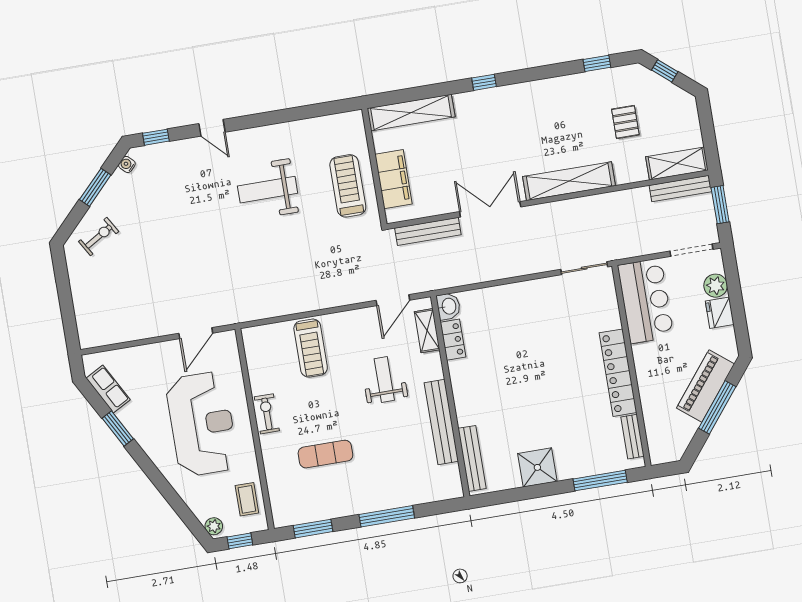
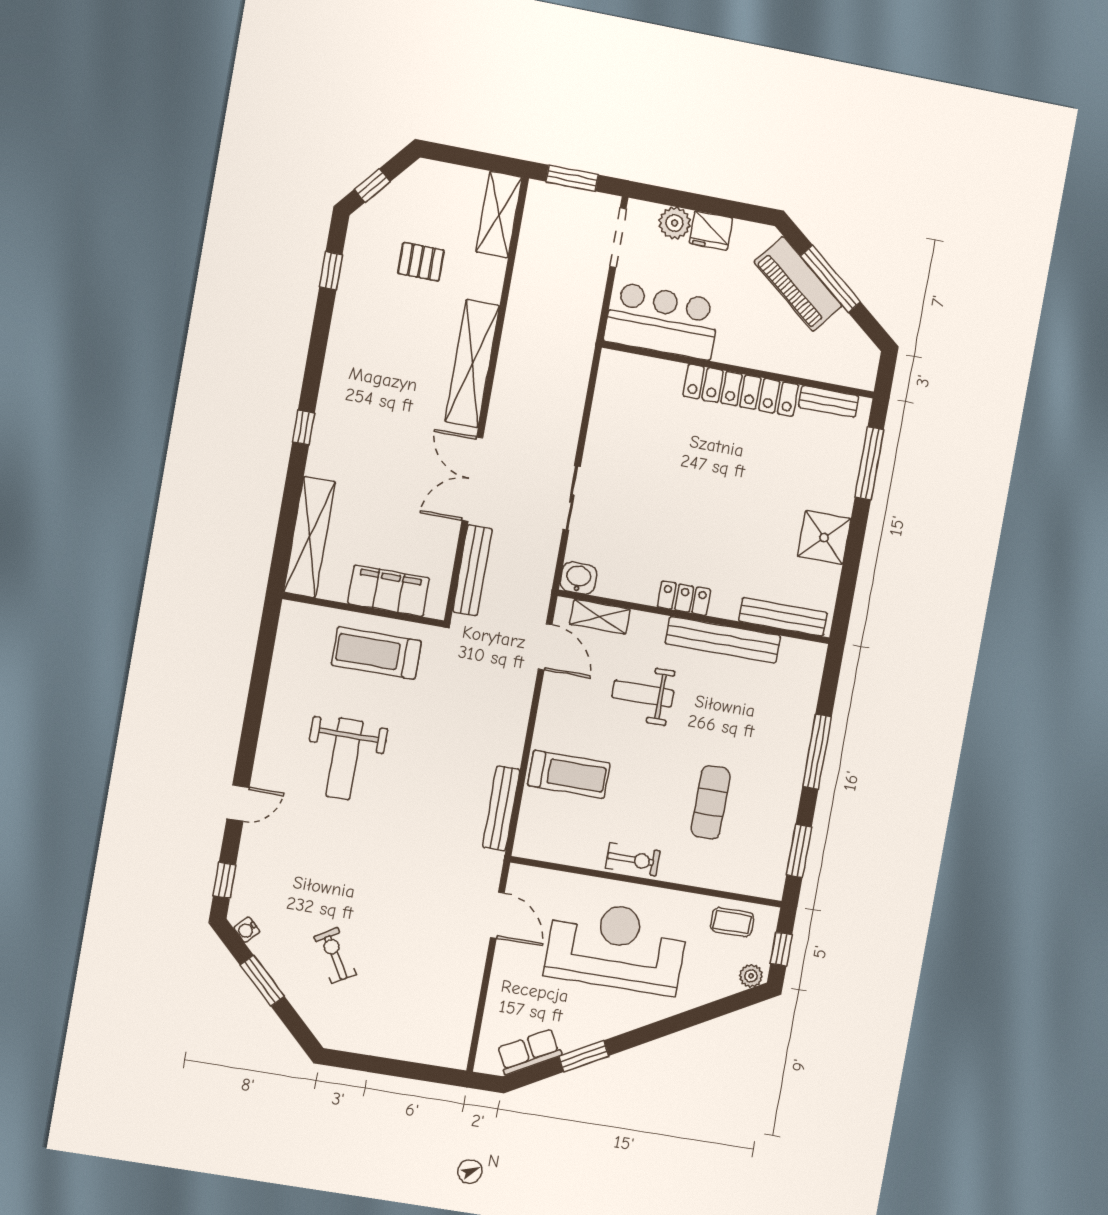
bench: (680, 189) -> (501, 808), moved
exercise bike: (99, 237) -> (335, 955), moved
sliding door: (584, 268) -> (572, 498), moved
locker: (453, 340) -> (684, 598), moved
exercise bike: (267, 414) -> (633, 859), turned 180

